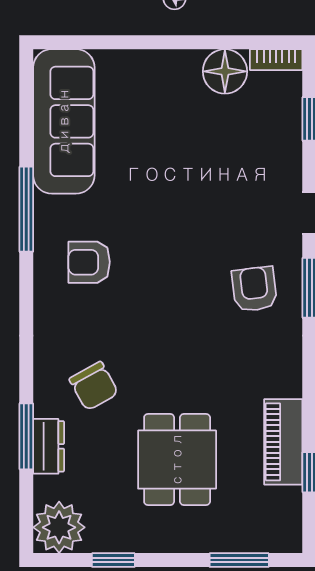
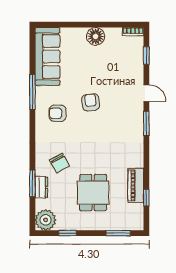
floor lamp: (225, 71) -> (96, 36), moved
armchair: (254, 289) -> (91, 102), moved

